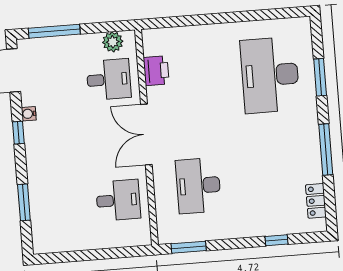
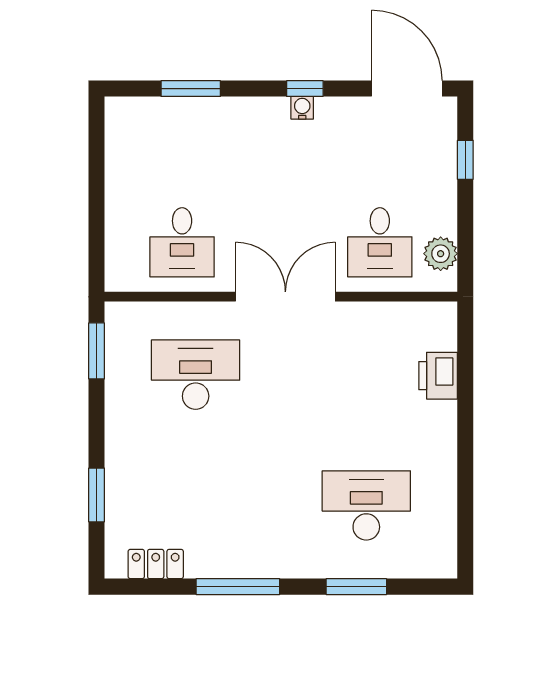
window: (54, 31) -> (465, 160), width x0.46
printer: (156, 71) -> (438, 376), moved, turned 90
desk: (270, 75) -> (366, 505), width x0.73, depth x0.77
water cooler: (29, 114) -> (302, 108), moved
window: (277, 240) -> (97, 495), width x1.50

